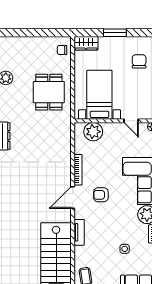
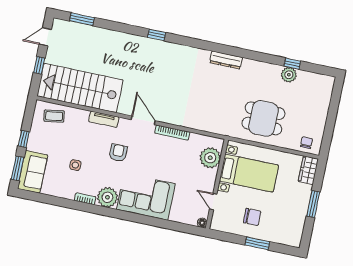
chair: (139, 61) -> (252, 217), moved
door: (131, 121) -> (213, 202), hinge flipped
armchair: (101, 195) -> (118, 153), moved

